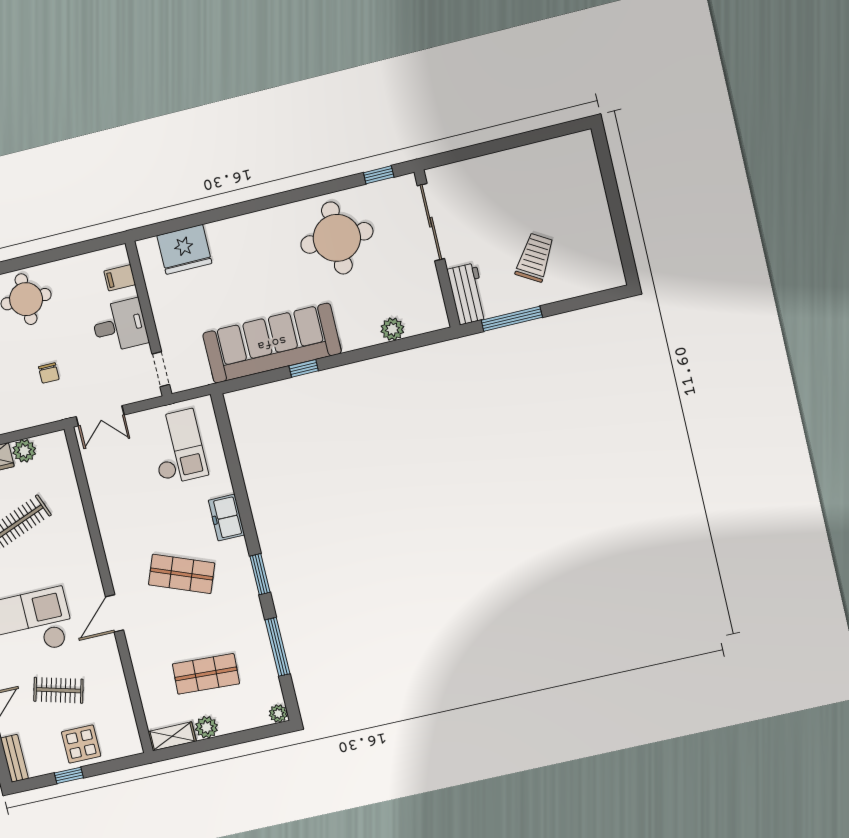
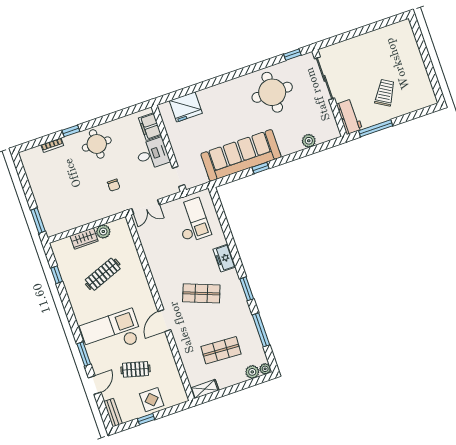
filing cabinet: (120, 278) -> (150, 127), width x2.00
plant: (206, 727) -> (252, 372), moved

